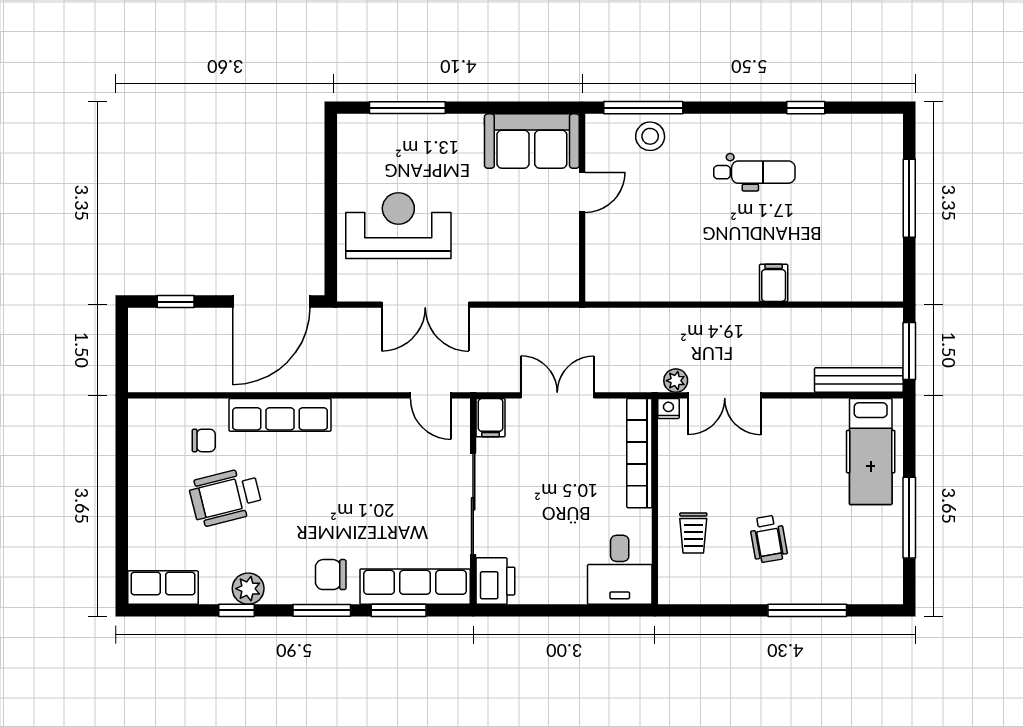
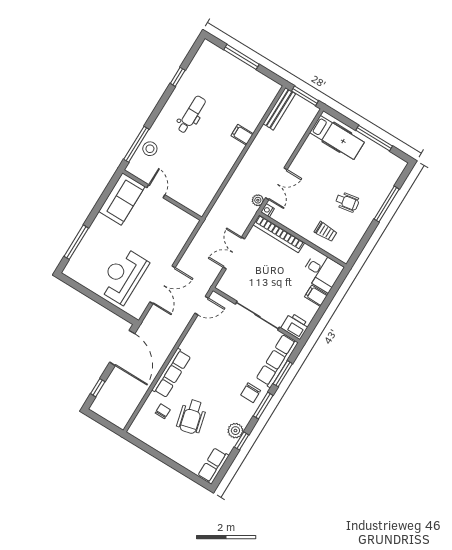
bench: (859, 380) -> (279, 109), moved
filing cabinet: (491, 418) -> (316, 296), moved, turned 180

